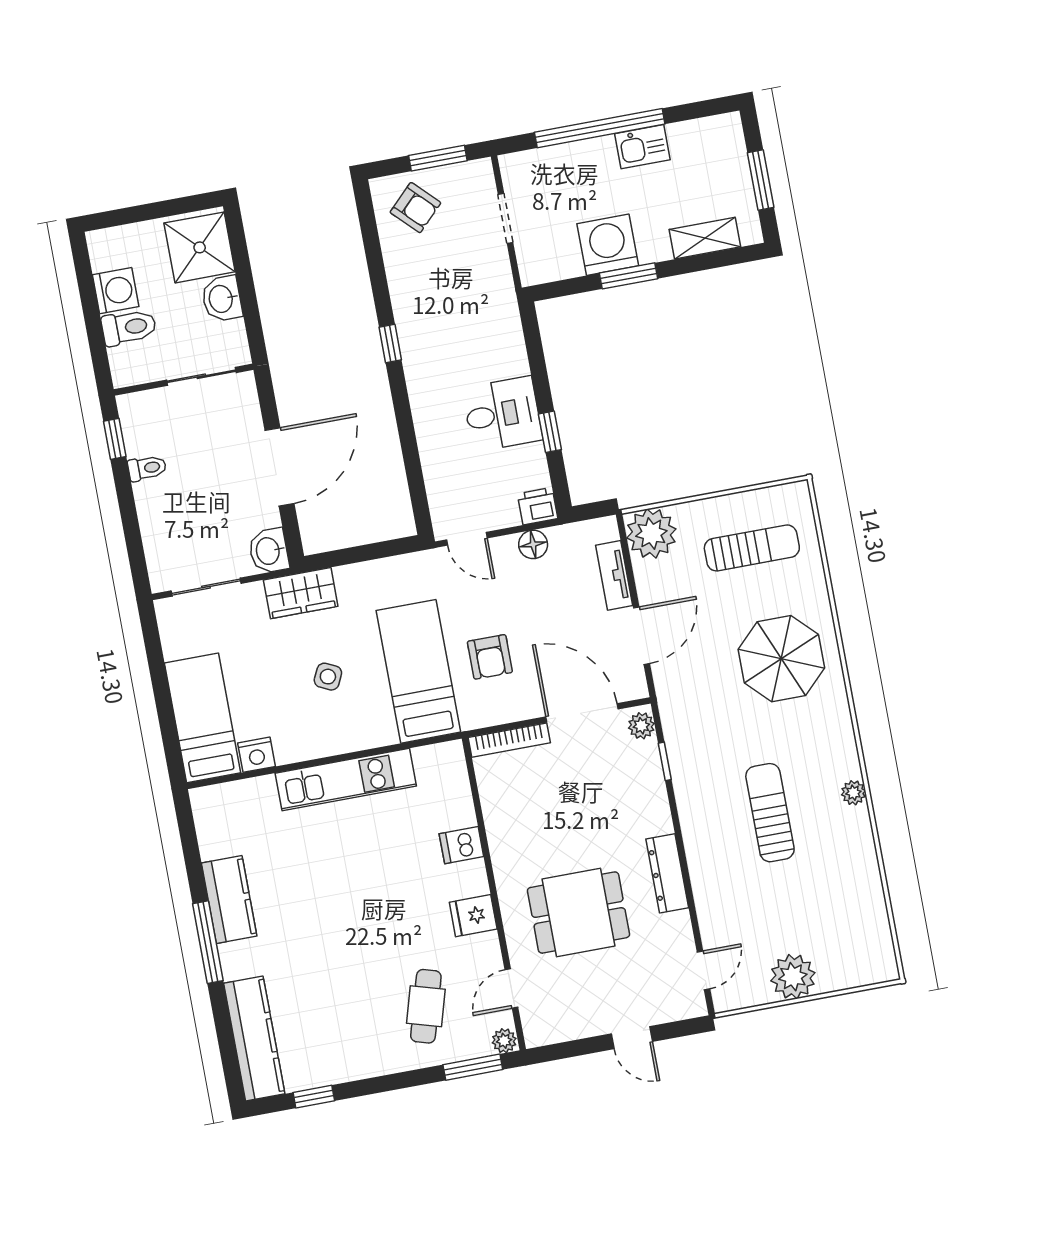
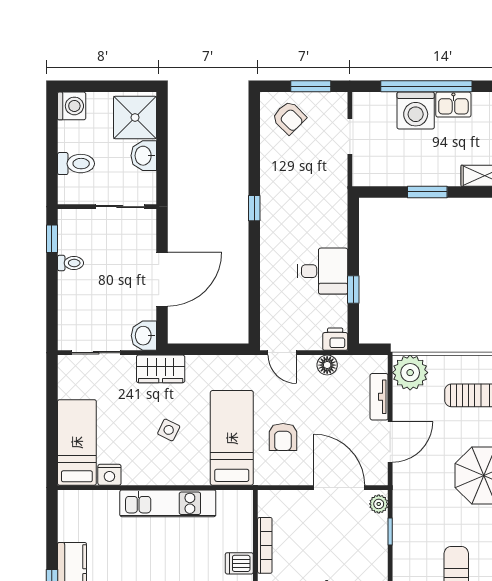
washing machine: (608, 245) -> (416, 111), moved, turned 180
washing machine: (116, 291) -> (72, 106), moved
bookcase: (509, 740) -> (265, 545), moved, turned -90

